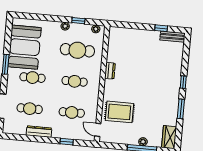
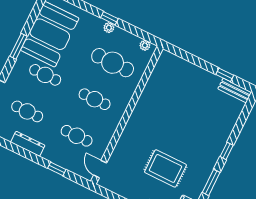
window: (78, 21) -> (109, 18), moved
dresser: (110, 71) -> (143, 103), removed
rug: (119, 112) -> (165, 168), moved

